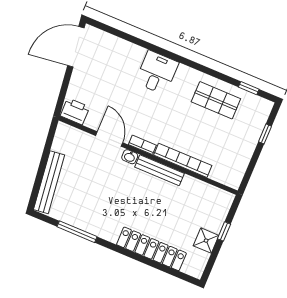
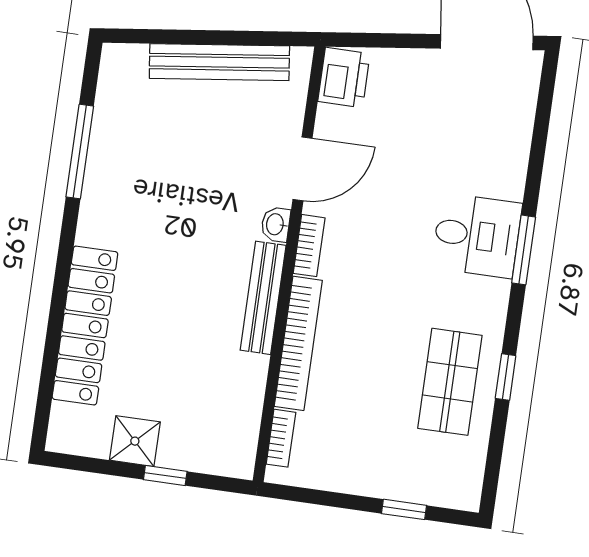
window: (168, 54) -> (524, 250), added
window: (249, 88) -> (506, 377), moved
bookcase: (221, 178) -> (281, 438), added
bench: (49, 182) -> (219, 62), moved

